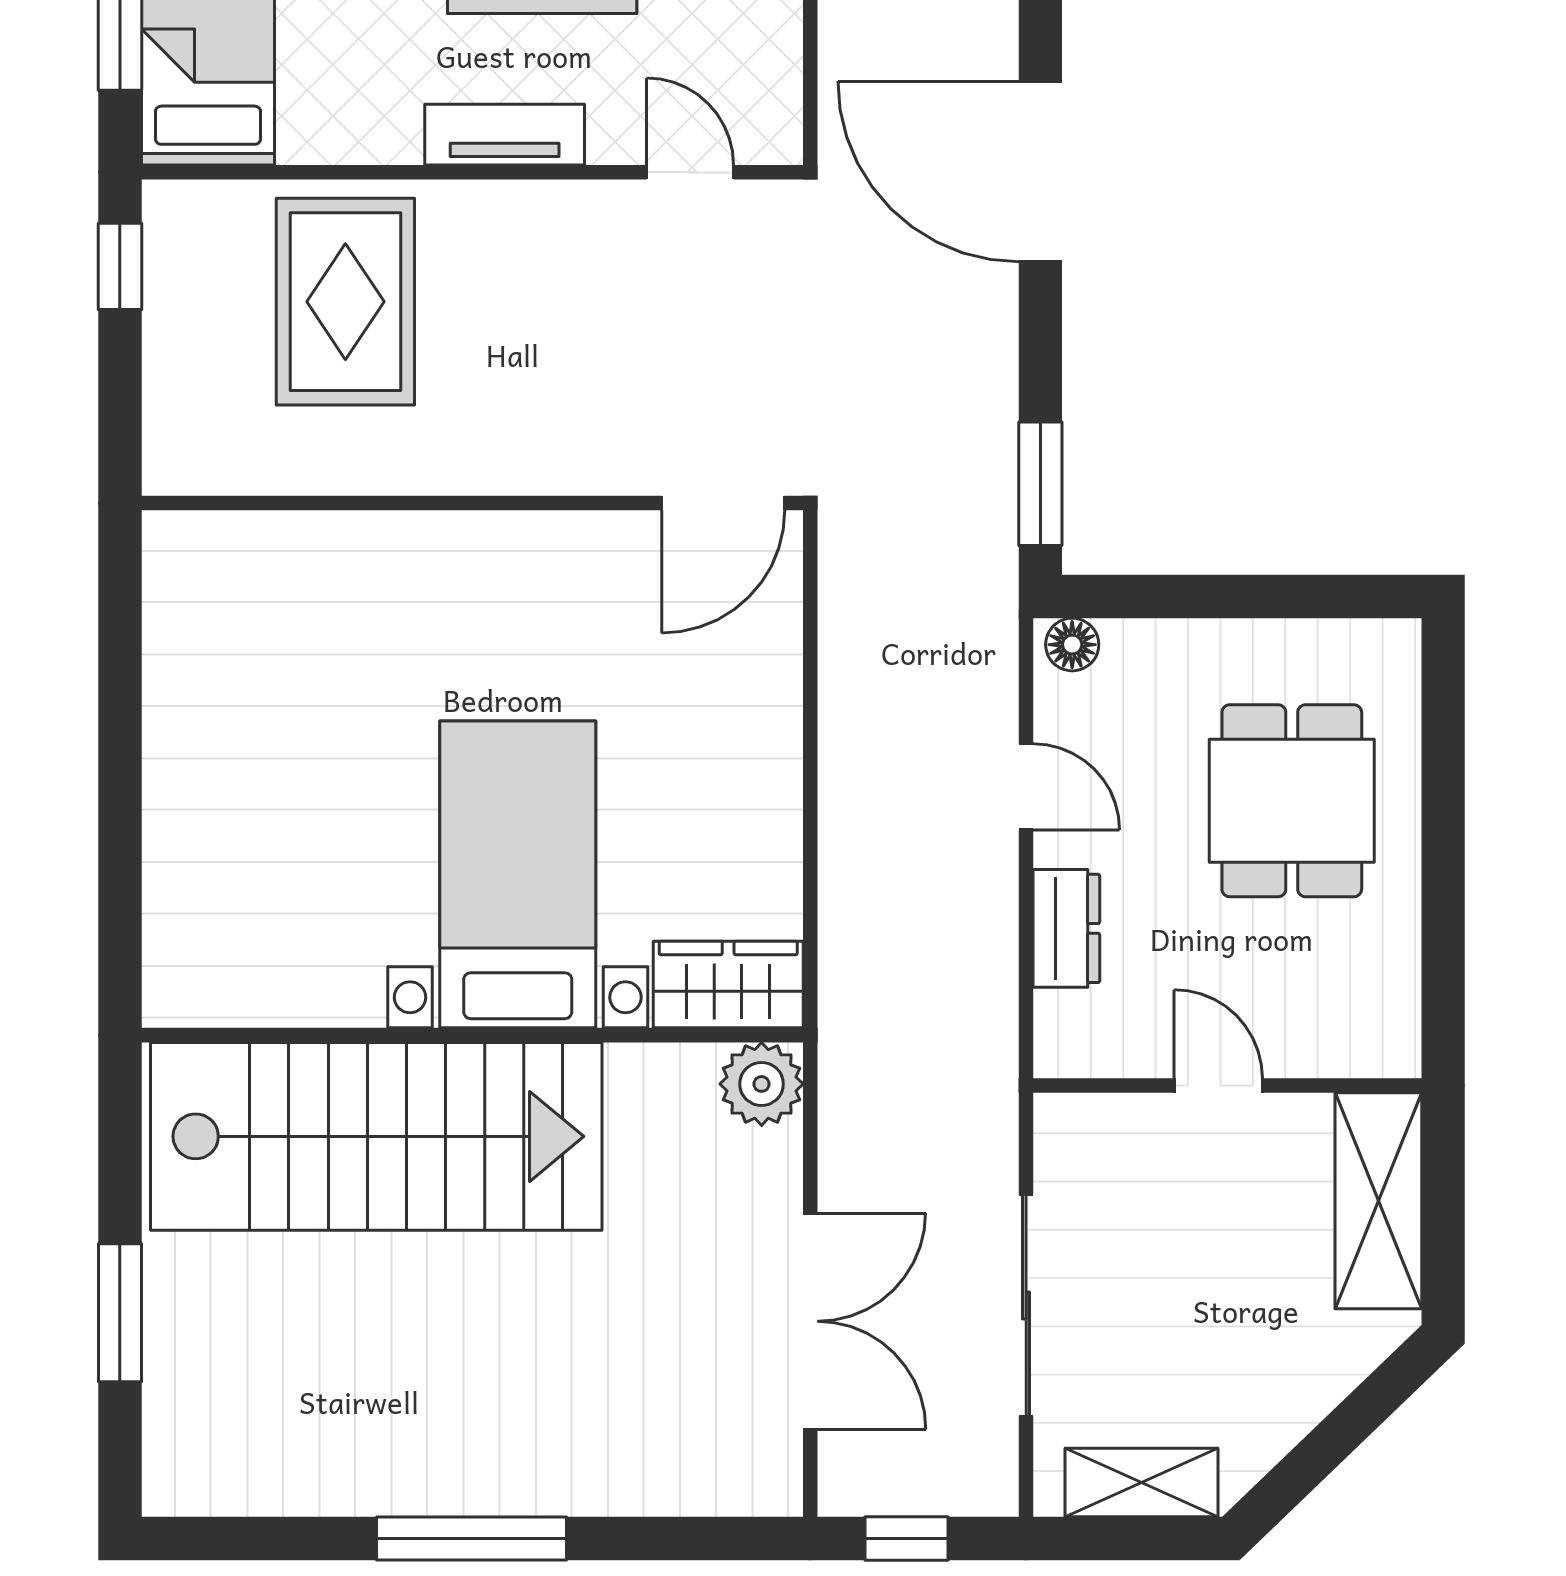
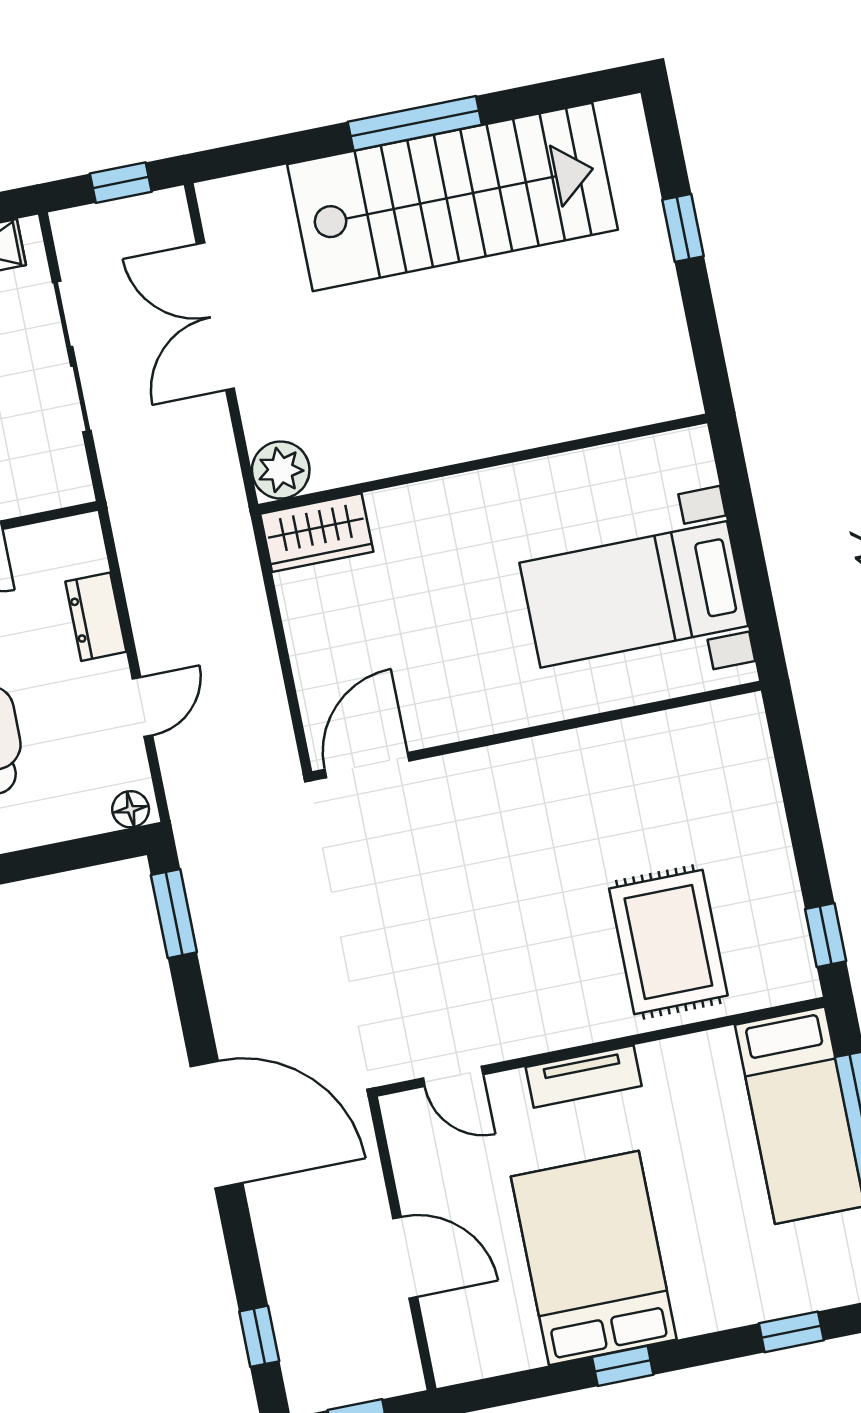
wall: (472, 503) -> (537, 731), moved
door: (723, 503) -> (367, 765), moved
door: (1026, 787) -> (142, 707), swing flipped
bed with nightstands: (518, 874) -> (634, 594), moved, turned 90
stairs: (376, 1136) -> (453, 197), moved, turned 180
window: (120, 1313) -> (683, 228), width x0.67

